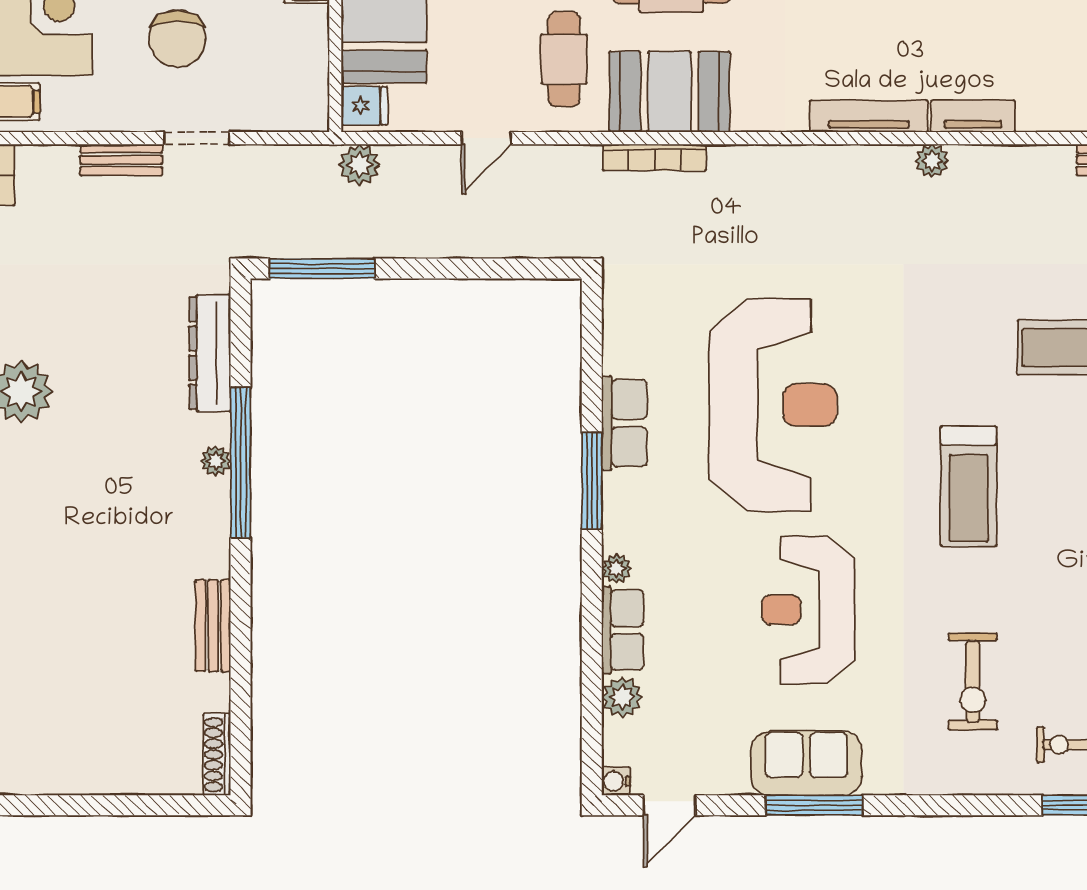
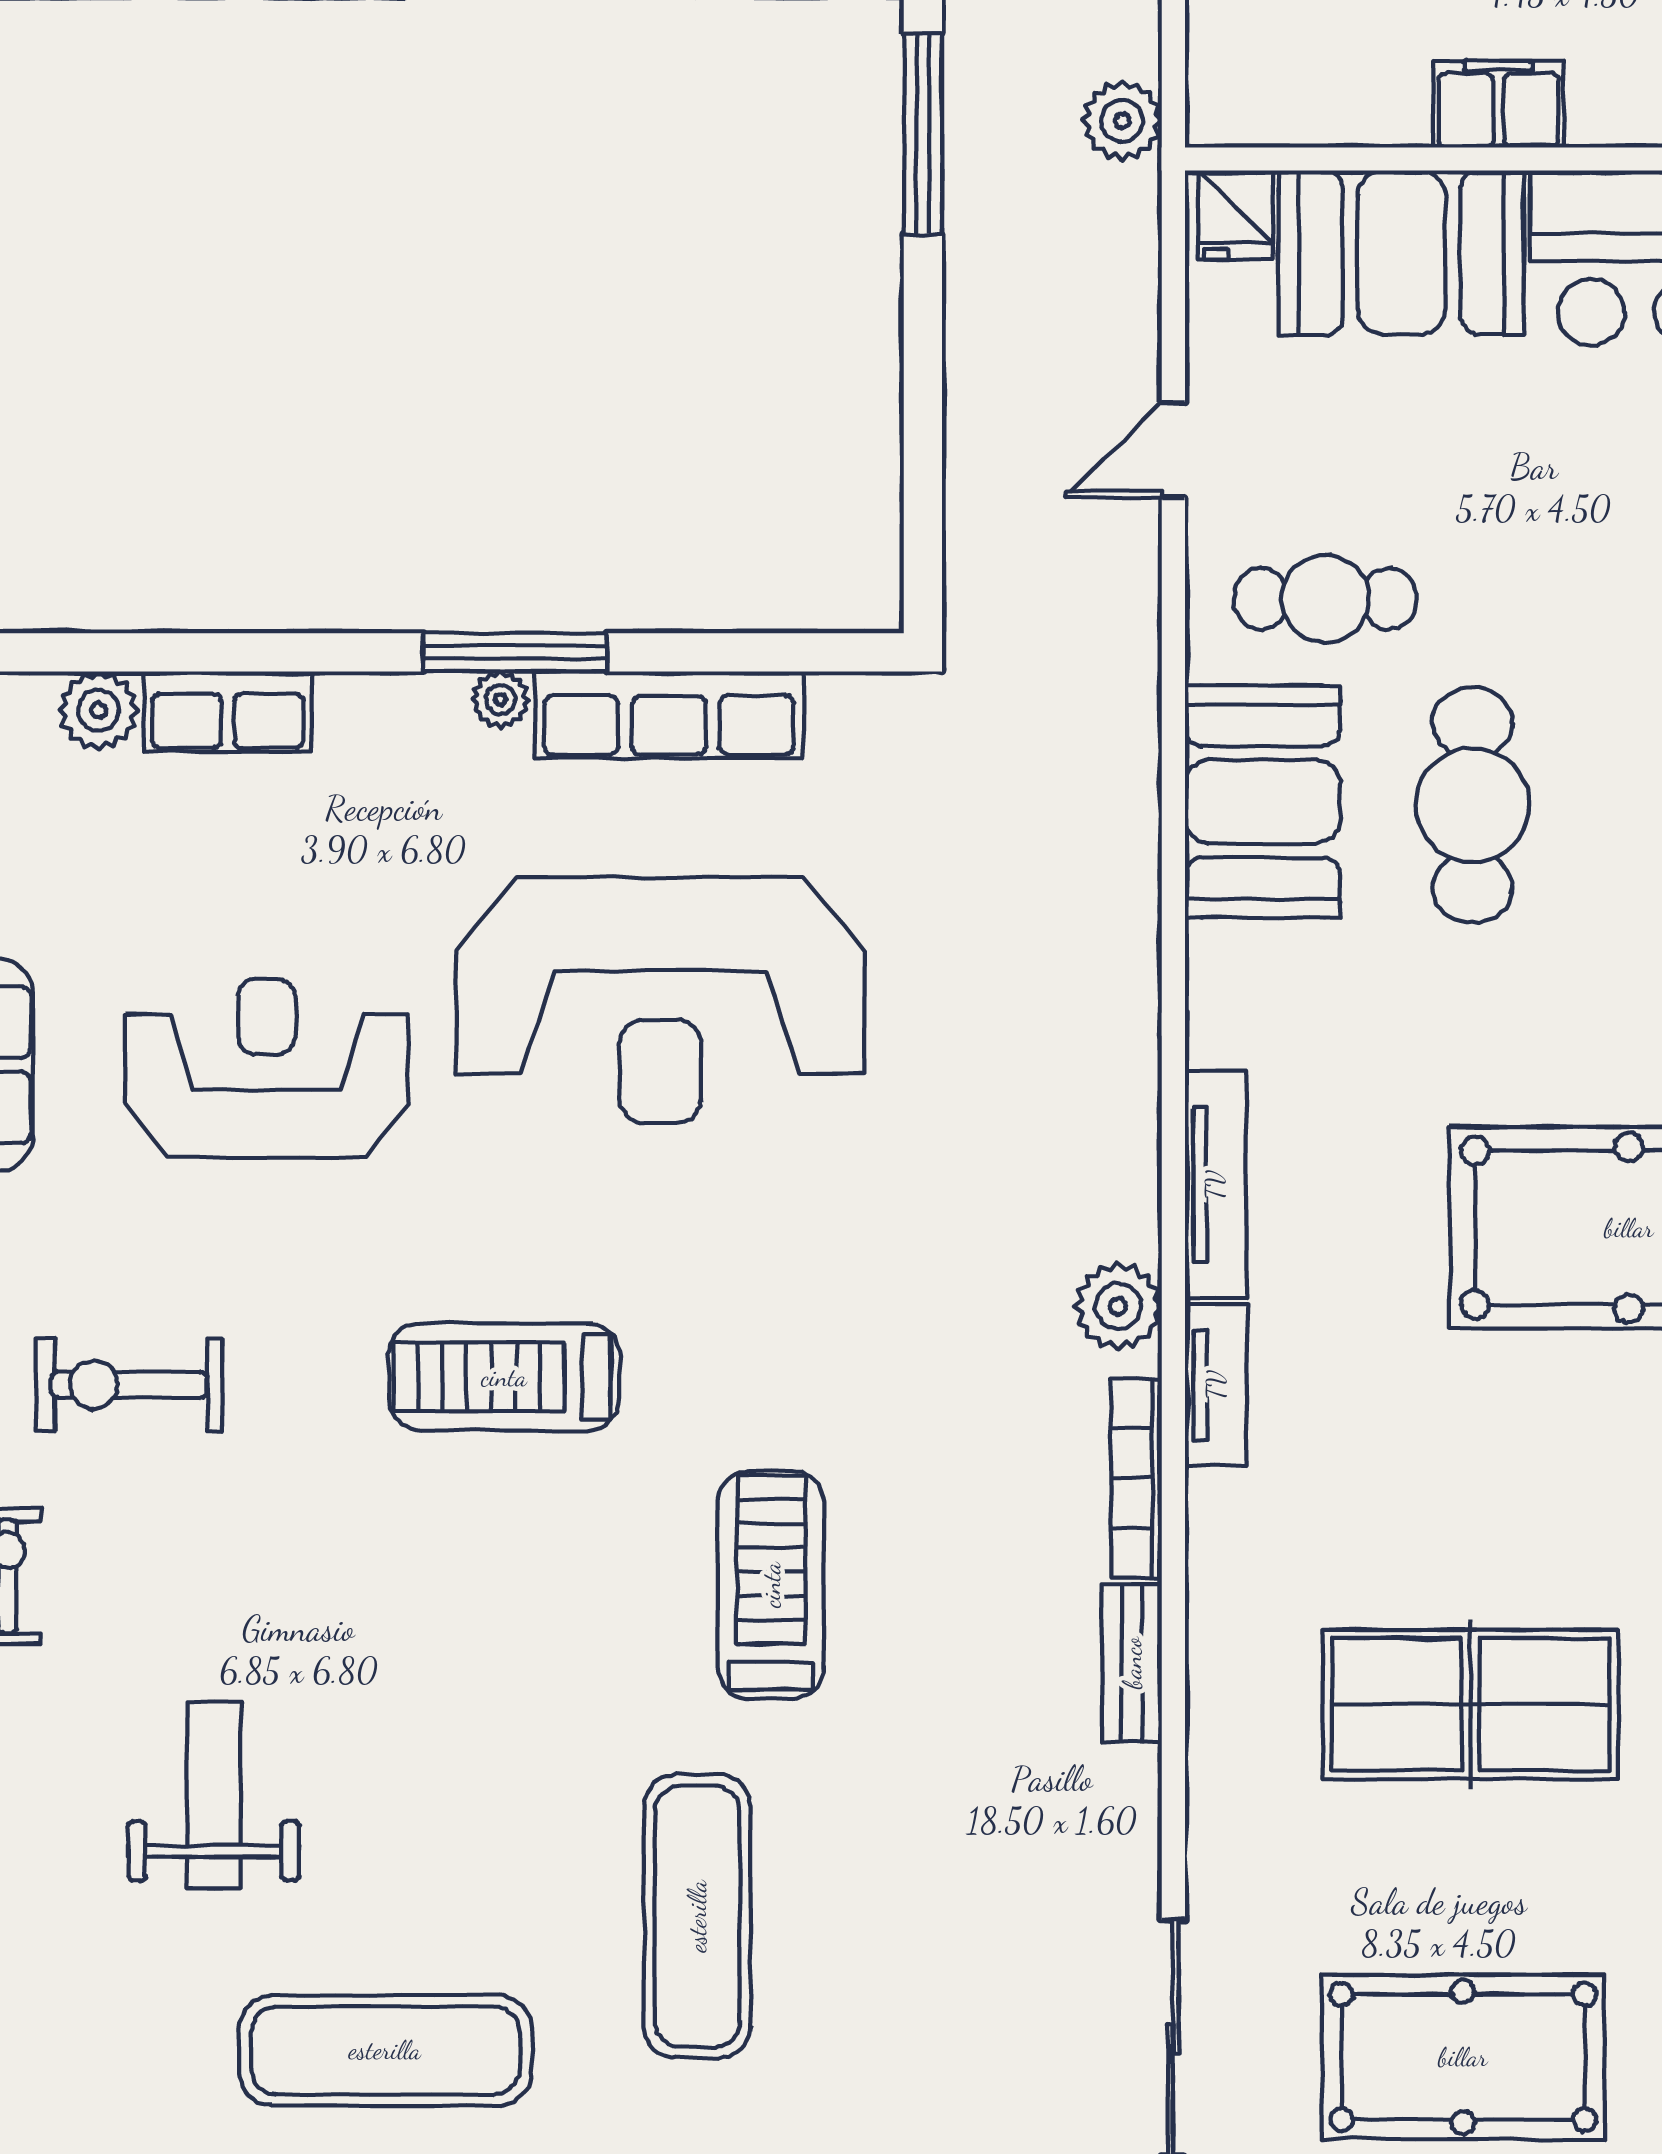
door: (486, 138) -> (1173, 450), hinge flipped
bookcase: (654, 157) -> (1136, 1478), moved
plant: (932, 161) -> (1118, 1306), width x1.38, depth x1.38
plant: (359, 165) -> (1122, 121), moved
row of seats: (624, 423) -> (669, 715), width x1.48
plant: (616, 569) -> (500, 700), moved

